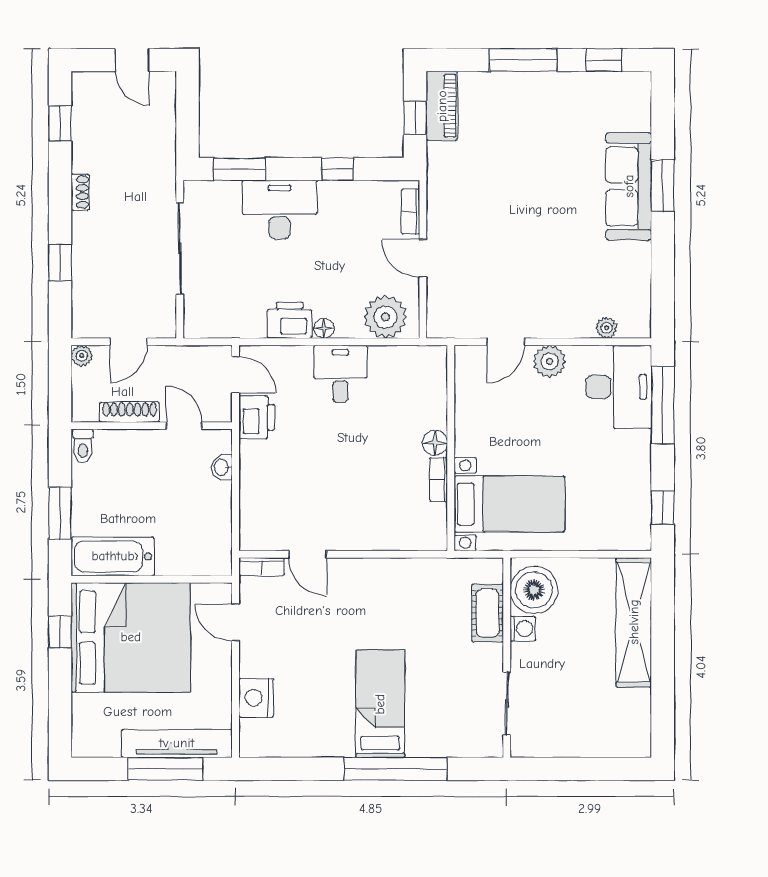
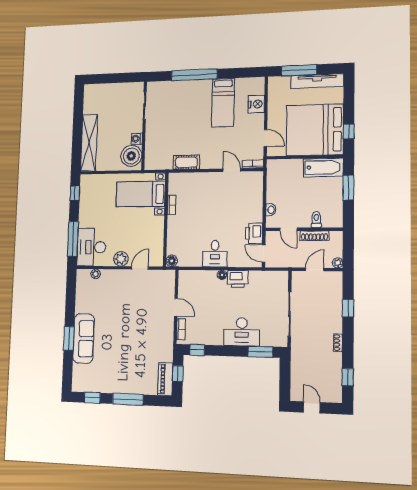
window: (338, 169) -> (197, 350), moved
plant: (385, 317) -> (194, 280), removed
floor lamp: (435, 443) -> (172, 261), moved
toilet: (83, 446) -> (316, 220), moved
cot: (488, 613) -> (186, 162), moved, turned 90
bed: (380, 704) -> (223, 103), moved
tv unit: (177, 743) -> (317, 81), moved

